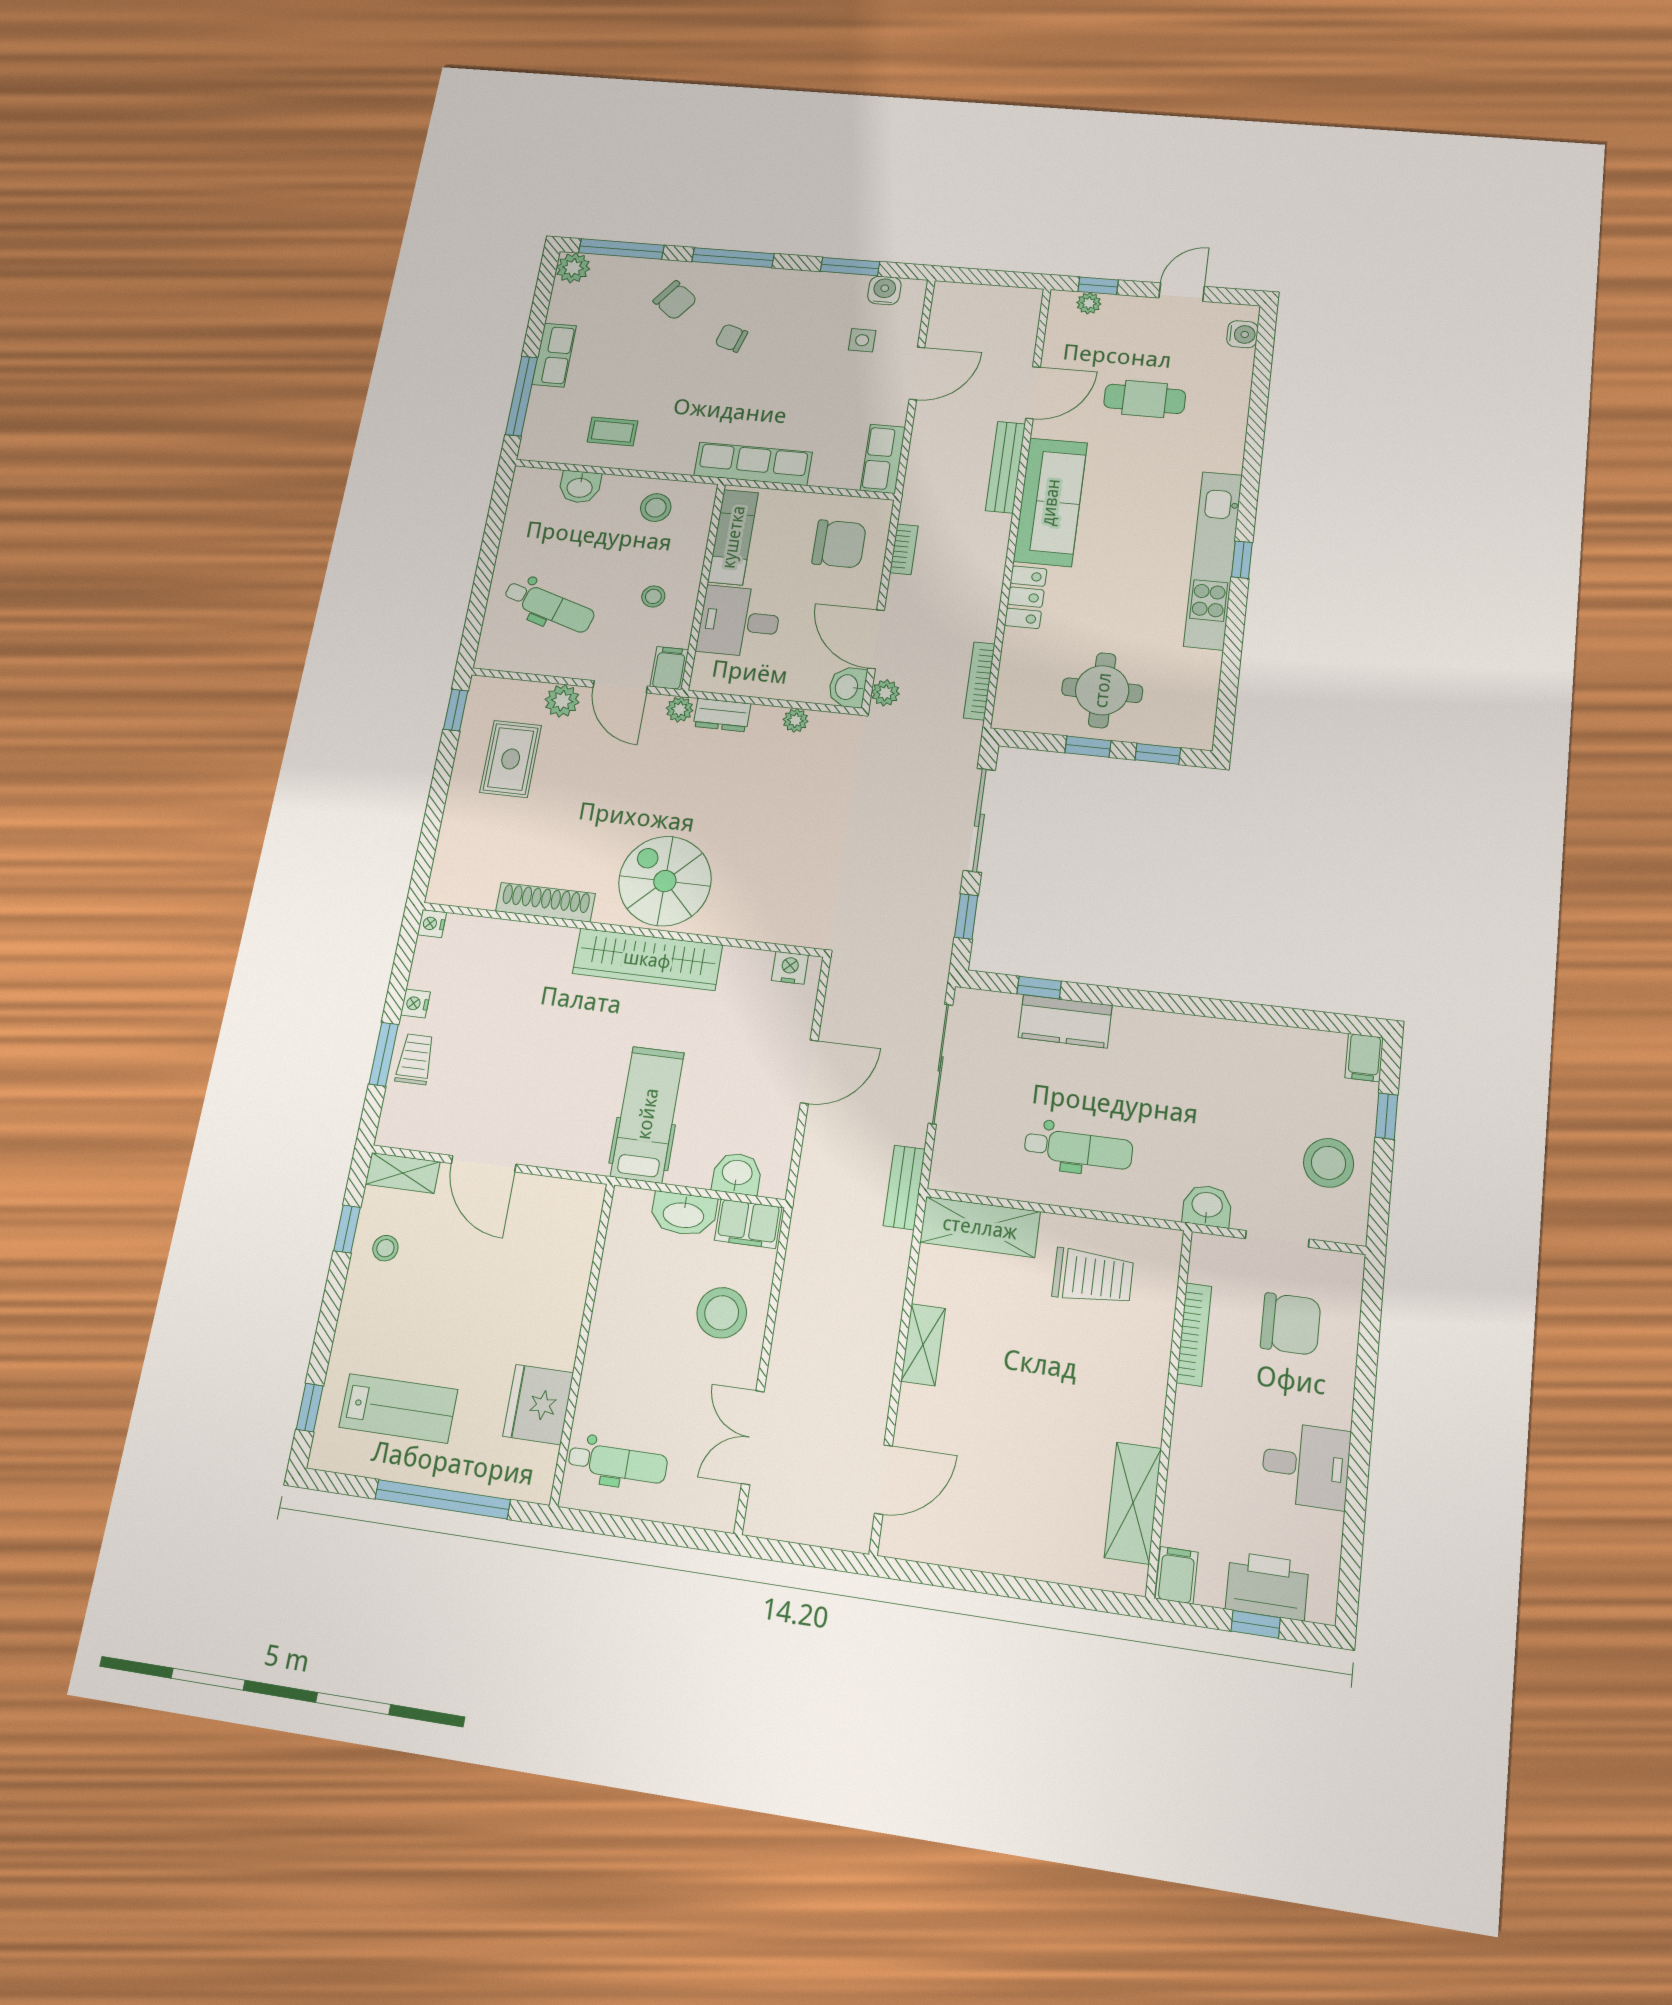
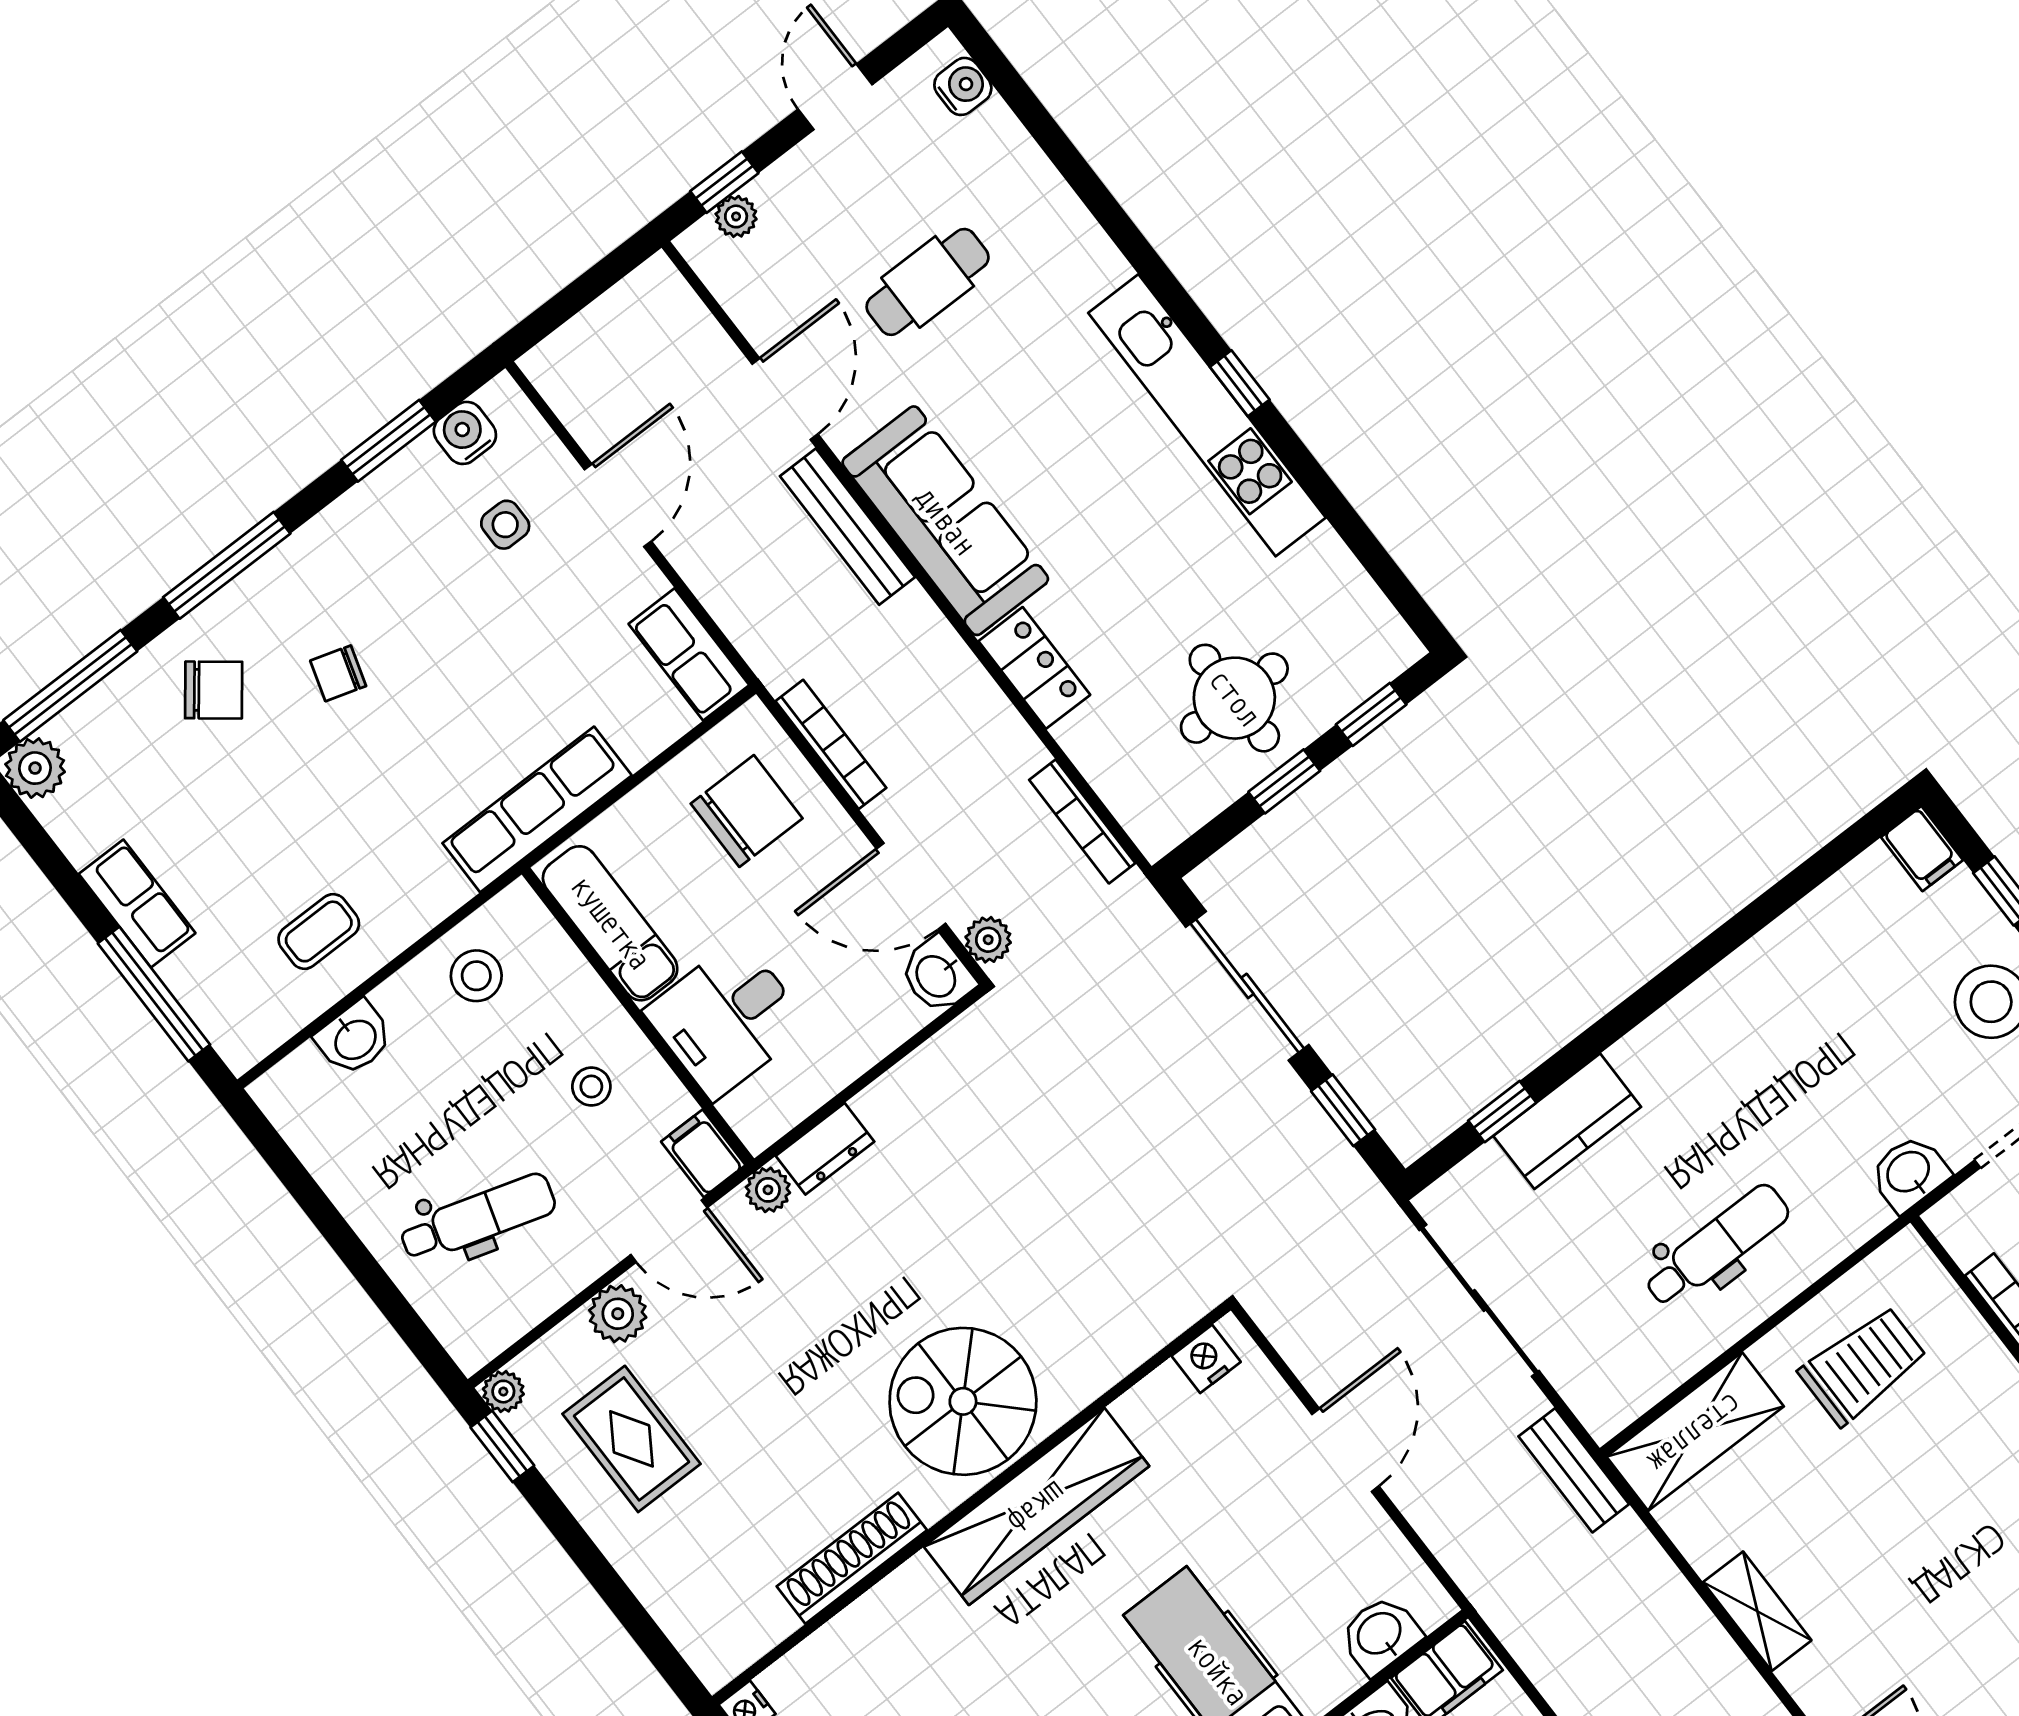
bookcase: (904, 549) -> (831, 744), width x1.56
plant: (796, 720) -> (503, 1392), moved

